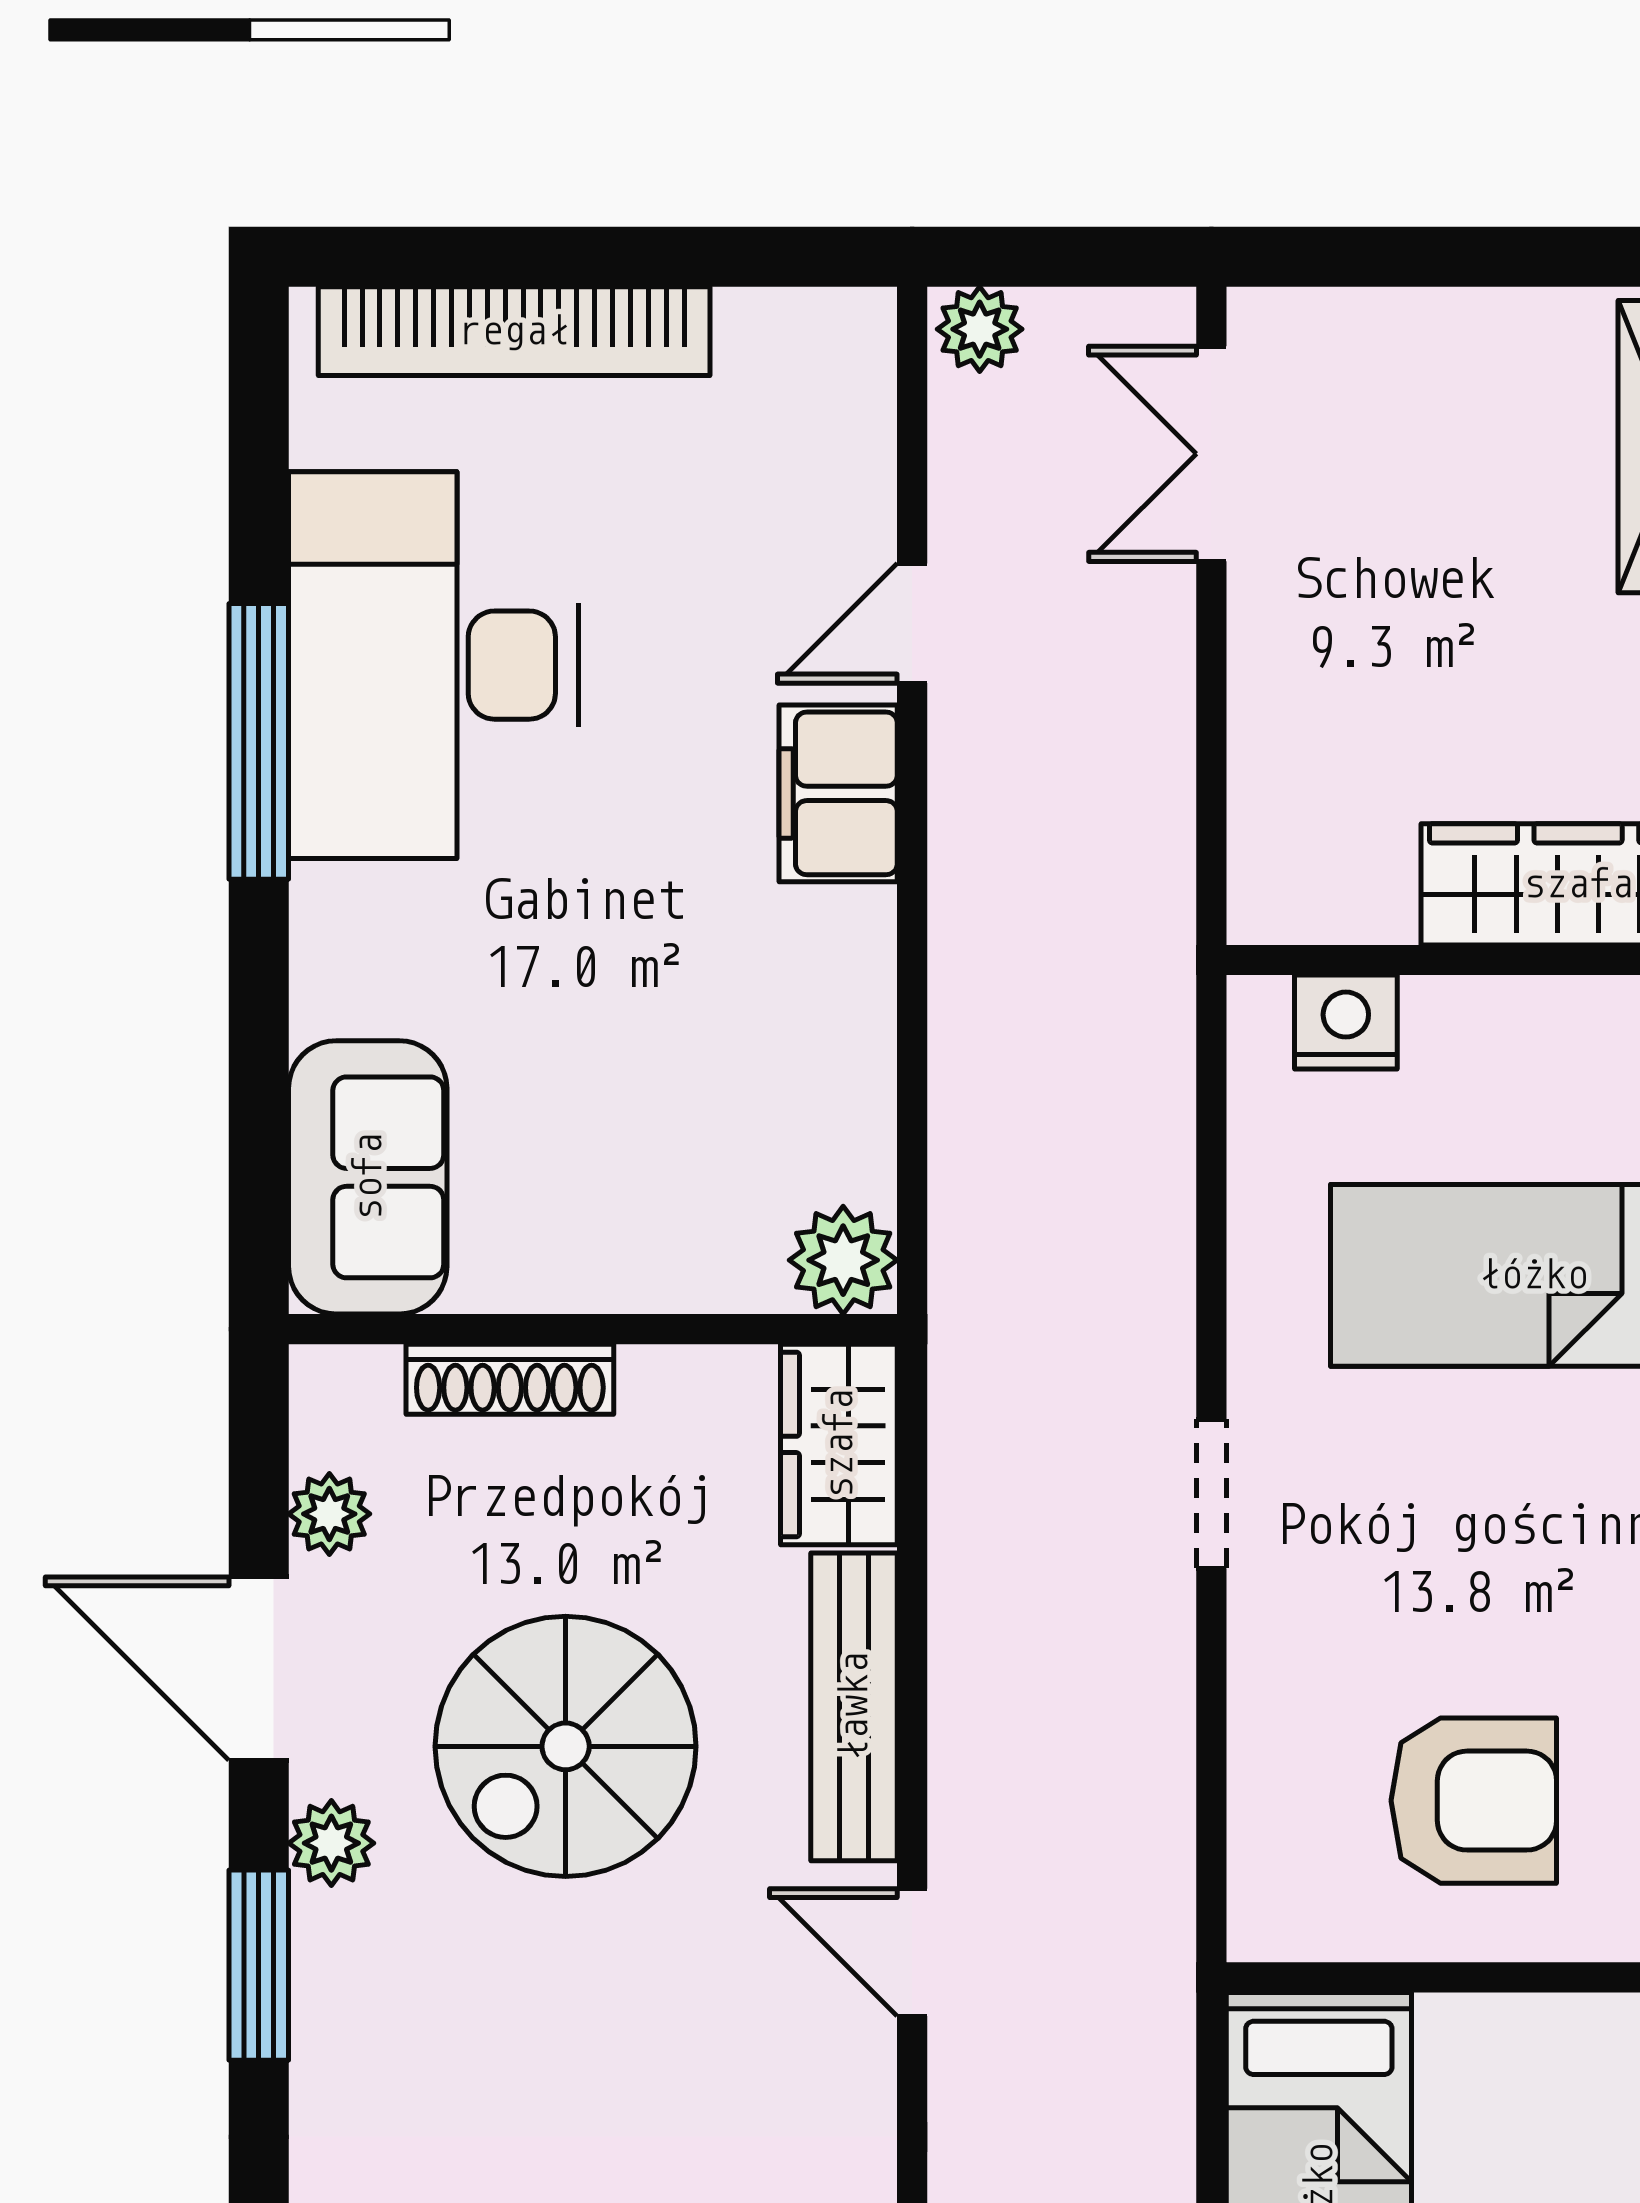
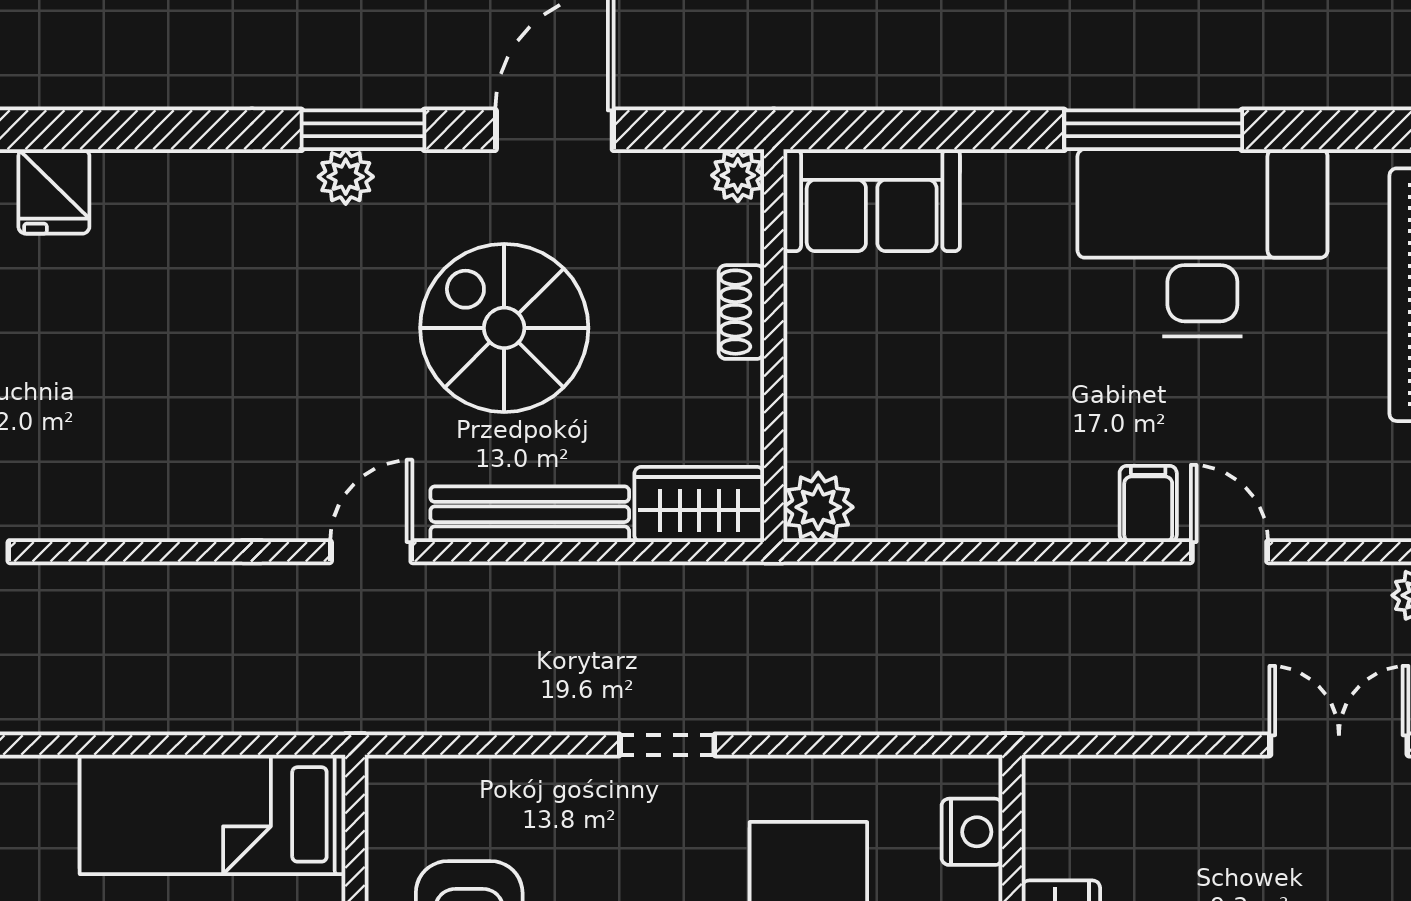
filing cabinet: (838, 793) -> (1148, 504), width x0.50
shoe rack: (510, 1379) -> (741, 312), width x0.70
plant: (329, 1514) -> (738, 175), moved
plant: (331, 1843) -> (346, 177), moved

